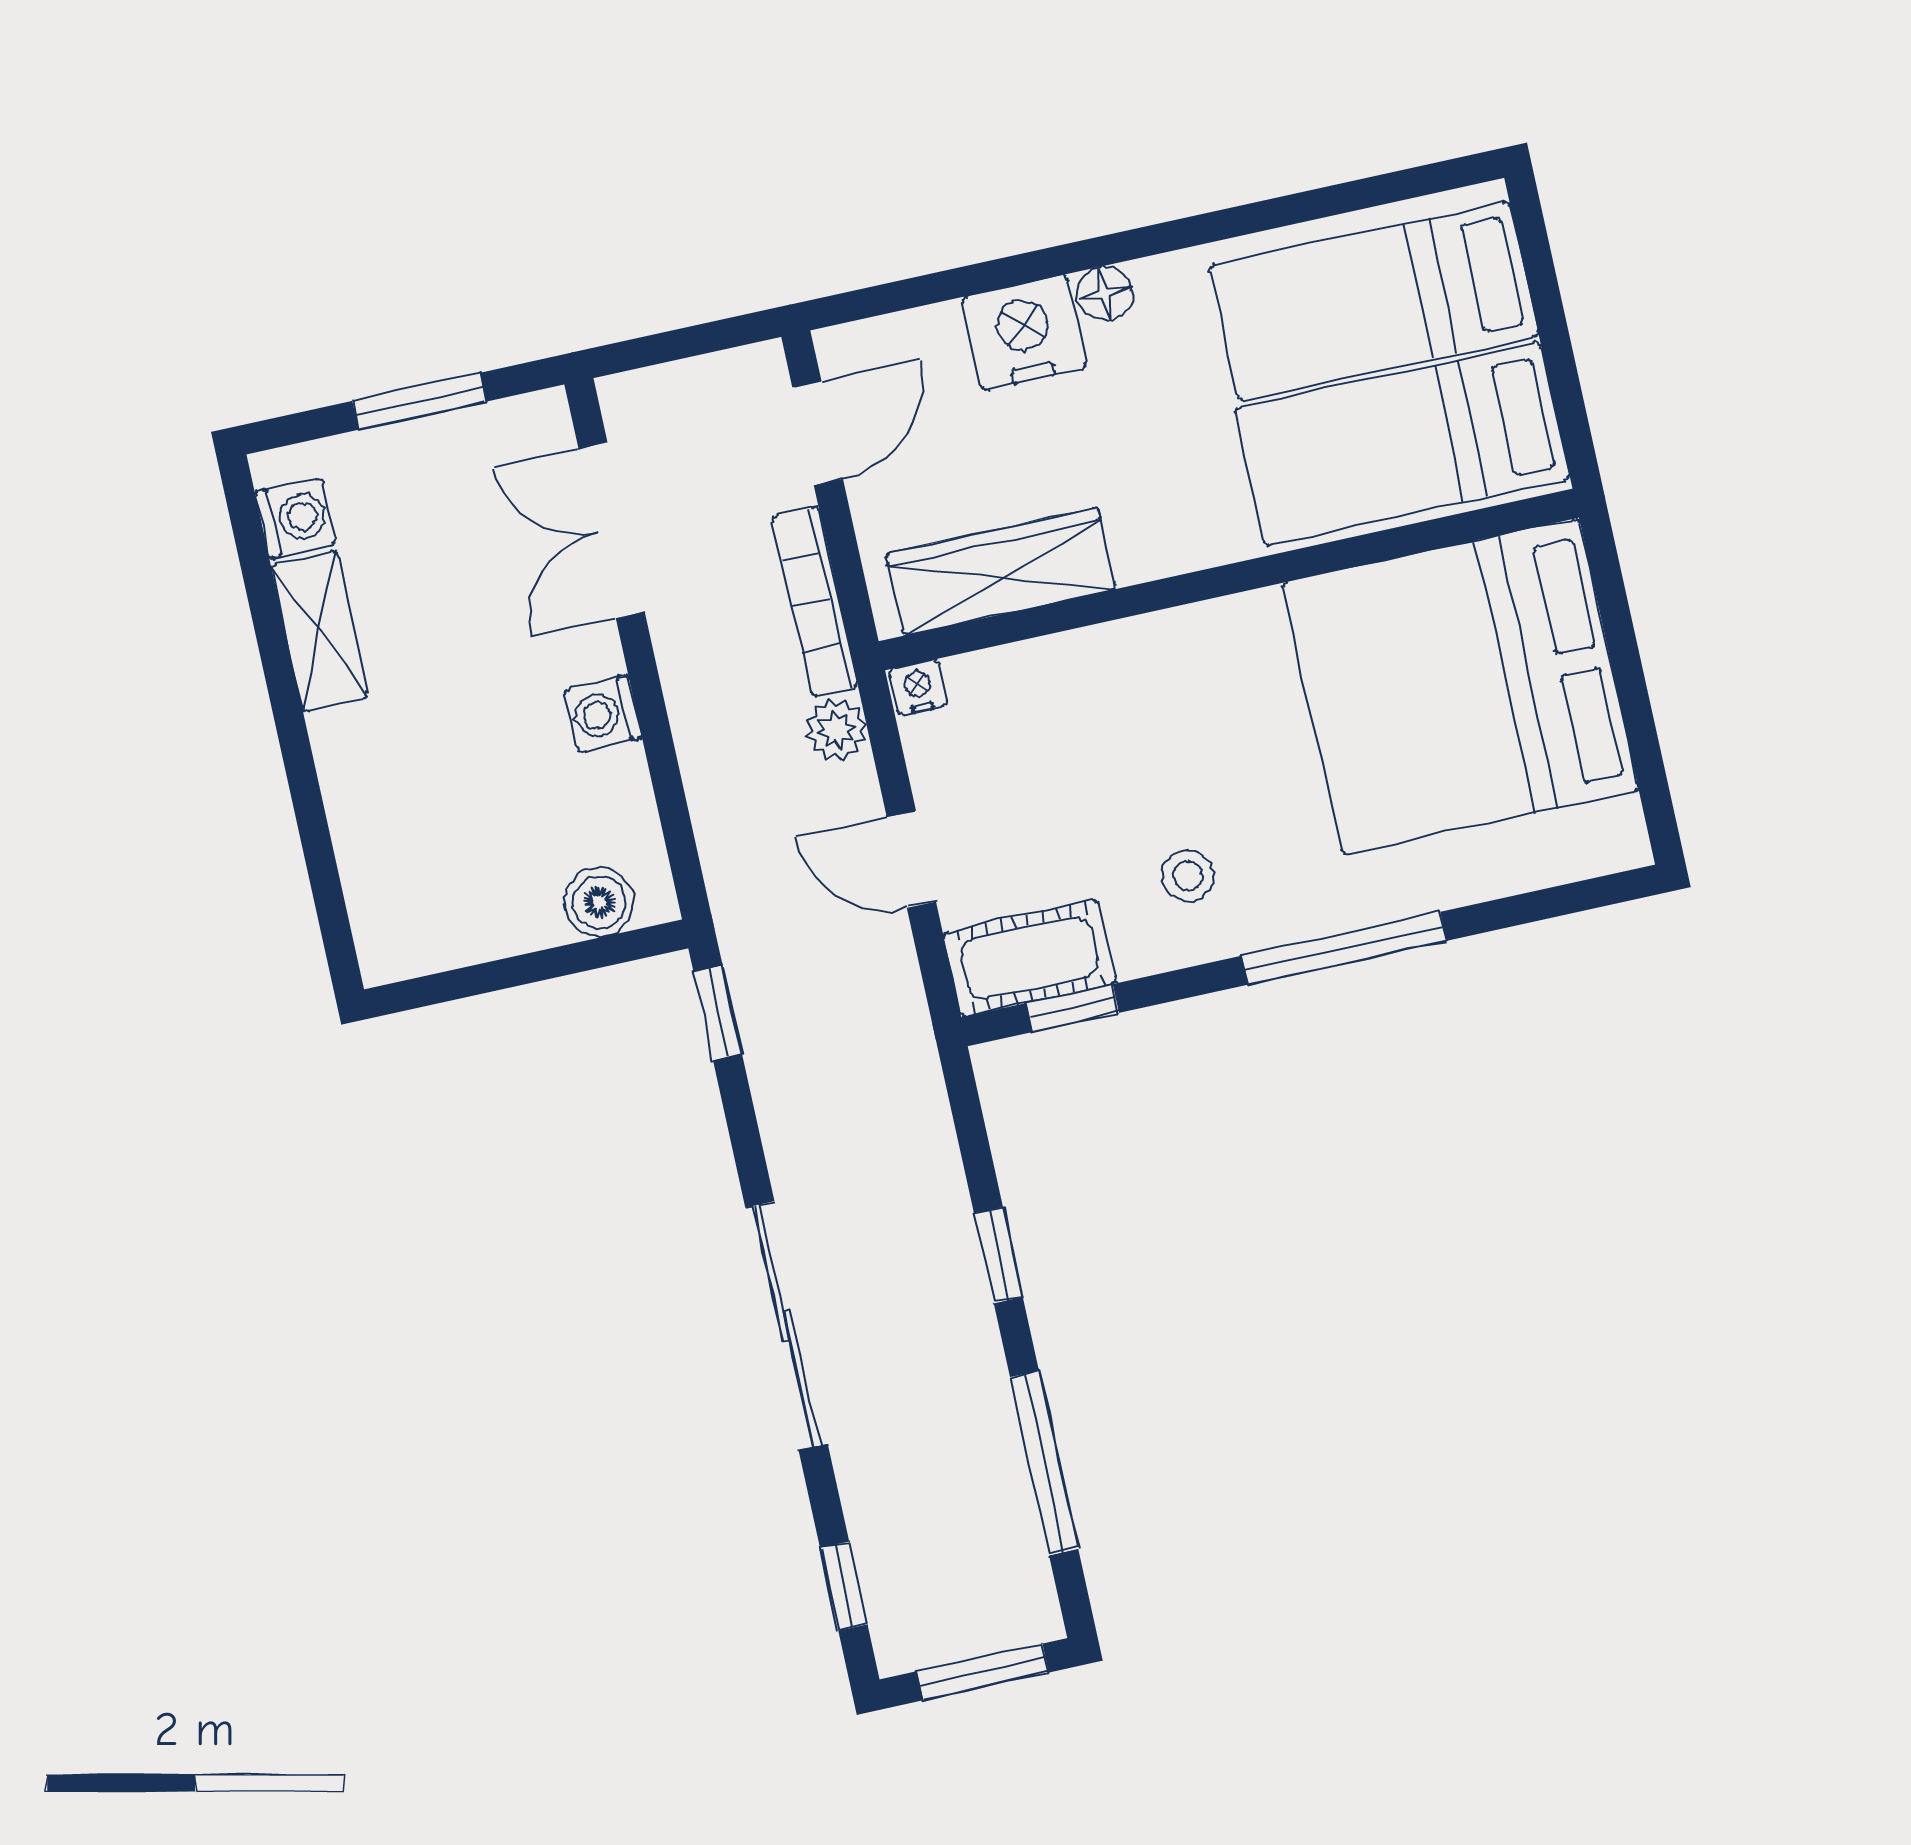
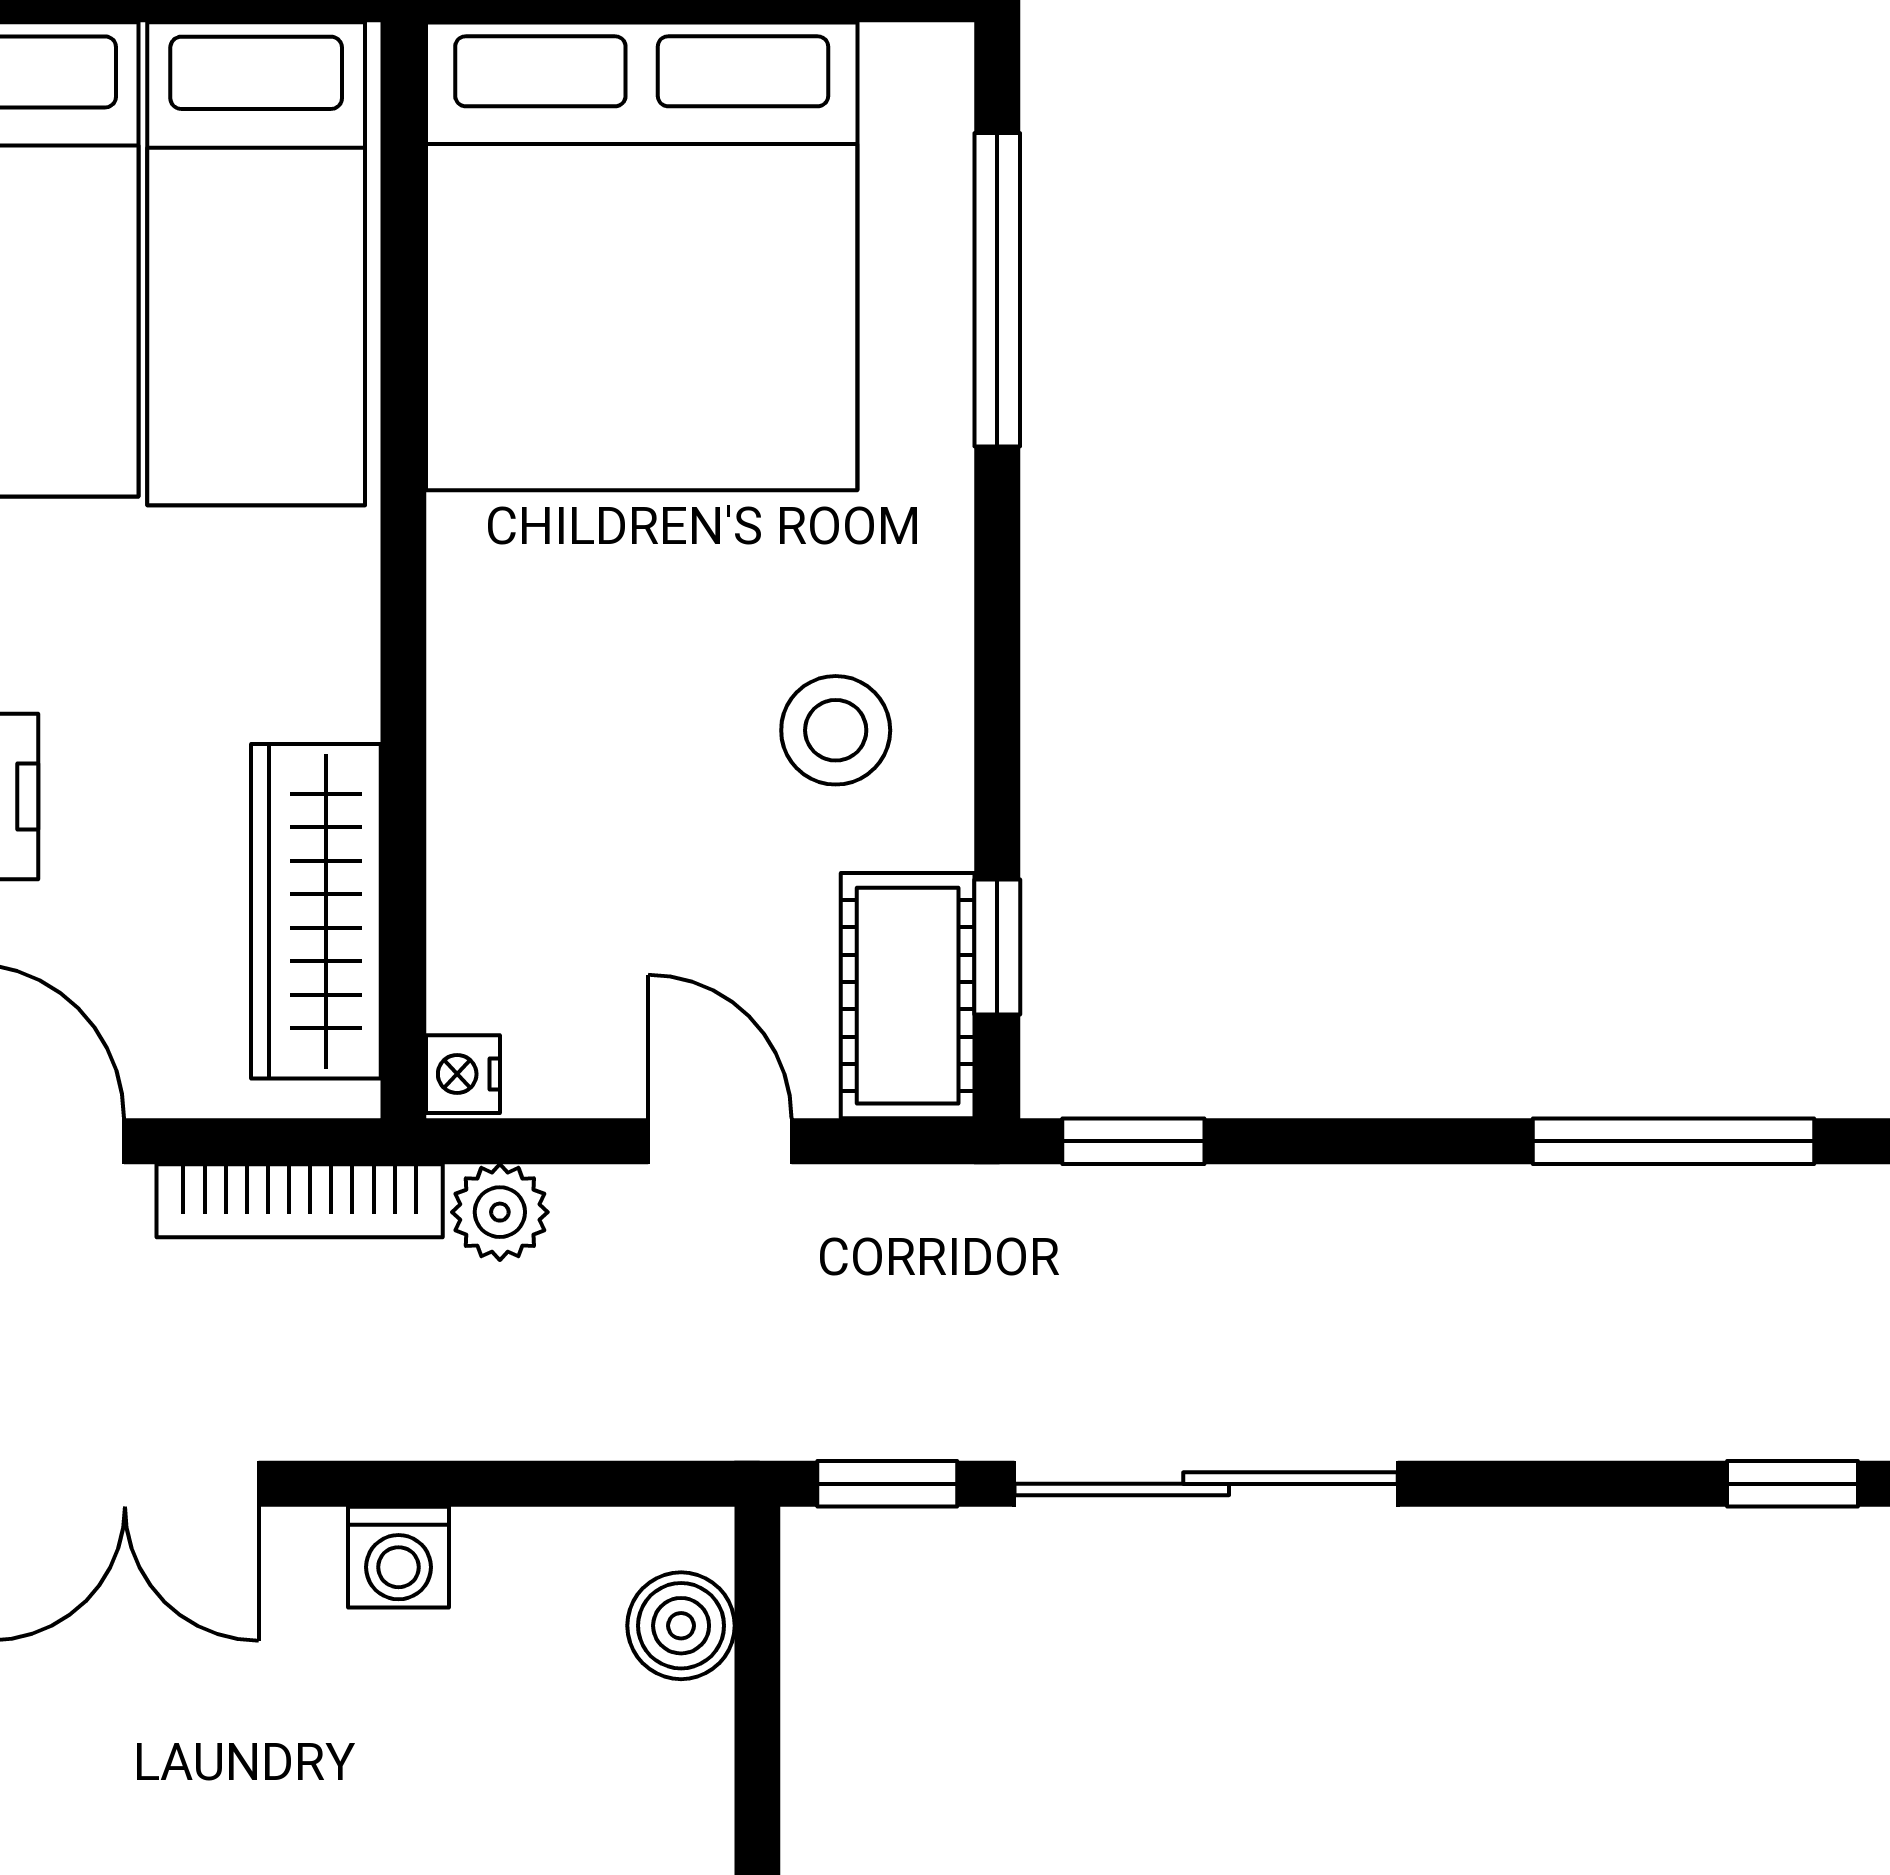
door: (911, 859) -> (720, 1141), swing flipped
stool: (1188, 875) -> (836, 730), width x1.37, depth x1.37
window: (1344, 948) -> (997, 290), moved
window: (998, 1255) -> (1133, 1141), moved
sliding door: (787, 1326) -> (1206, 1484), moved

